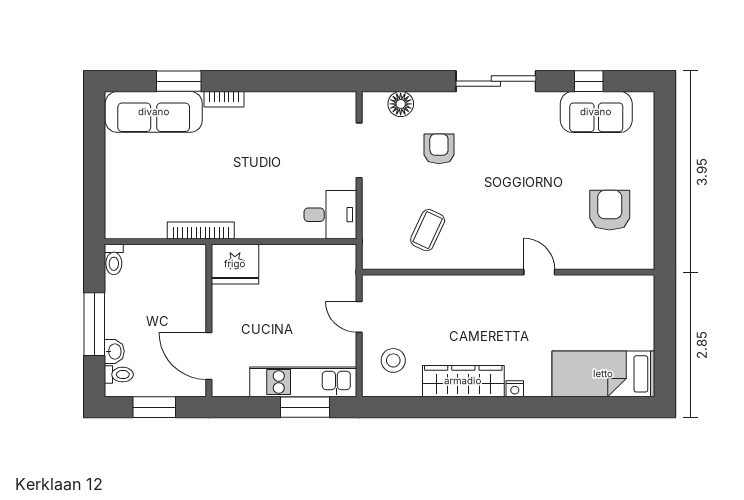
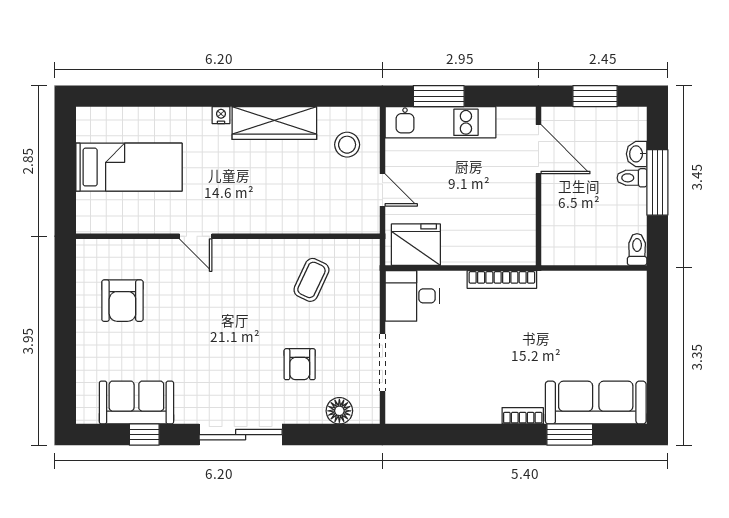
bookcase: (201, 230) -> (502, 280), moved
fridge: (235, 264) -> (416, 245), moved
bed: (603, 374) -> (129, 167), moved
toilet: (119, 375) -> (632, 178), moved

